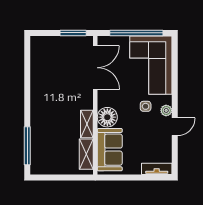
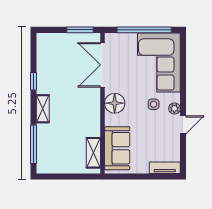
double door: (95, 68) -> (102, 65), swing flipped
window: (27, 84) -> (33, 81), added
floor lamp: (107, 117) -> (115, 103), moved
shelving: (87, 124) -> (43, 109), moved

